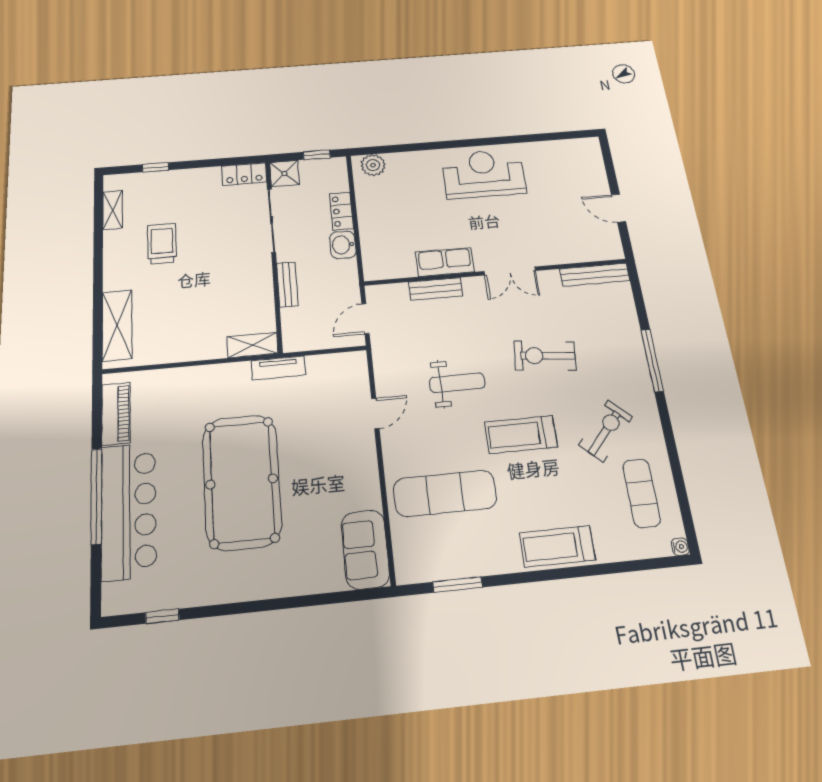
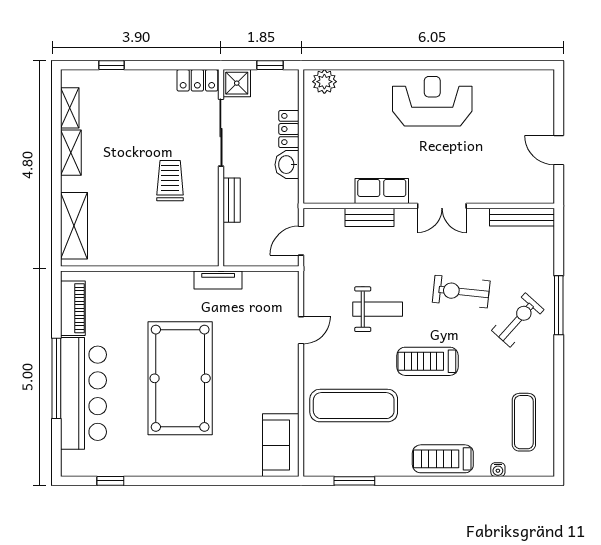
trolley: (162, 244) -> (170, 181), moved
shelving: (252, 345) -> (71, 153), moved, turned 90
exercise bike: (606, 431) -> (518, 320), moved
water cooler: (680, 547) -> (498, 470), moved, turned 90

